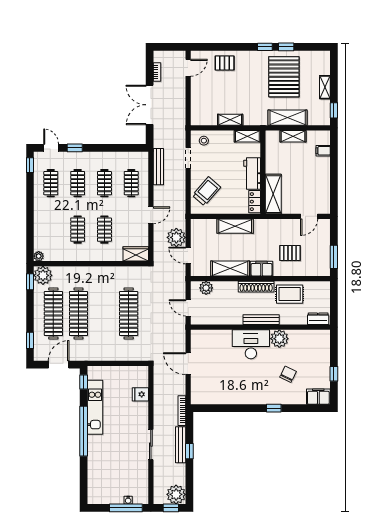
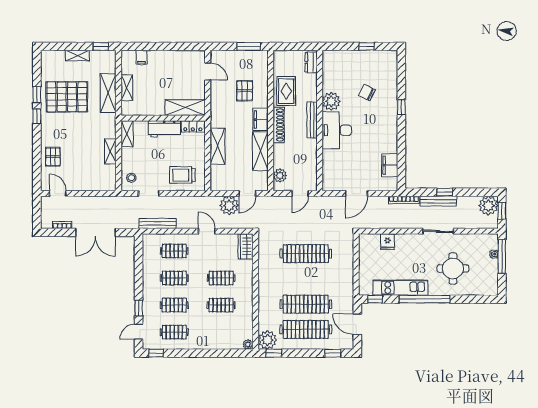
trolley: (207, 191) -> (182, 175), turned -41
filing cabinet: (318, 397) -> (390, 165), moved
round table: (114, 459) -> (453, 269), added

